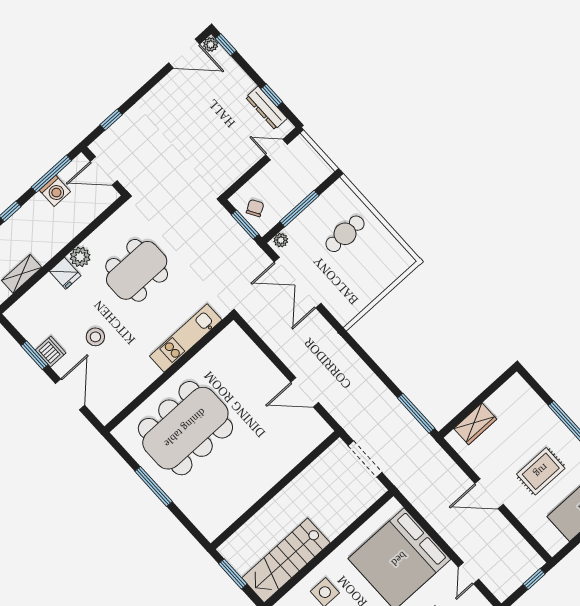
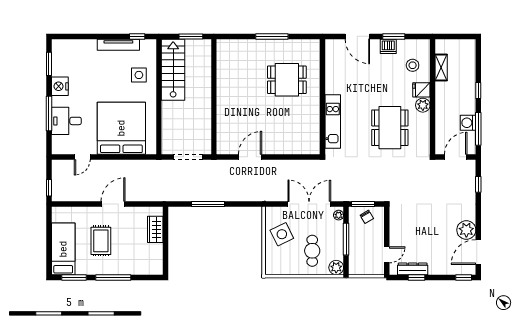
plant: (211, 45) -> (466, 230), moved, width x1.88, depth x1.88
plant: (340, 192) -> (336, 268), added
side table: (357, 283) -> (282, 234), added
stool: (95, 337) -> (413, 65), moved
window: (416, 413) -> (208, 204), moved
dining table: (185, 428) -> (287, 80), width x0.53, depth x0.80
door: (469, 573) -> (82, 157), swing flipped

